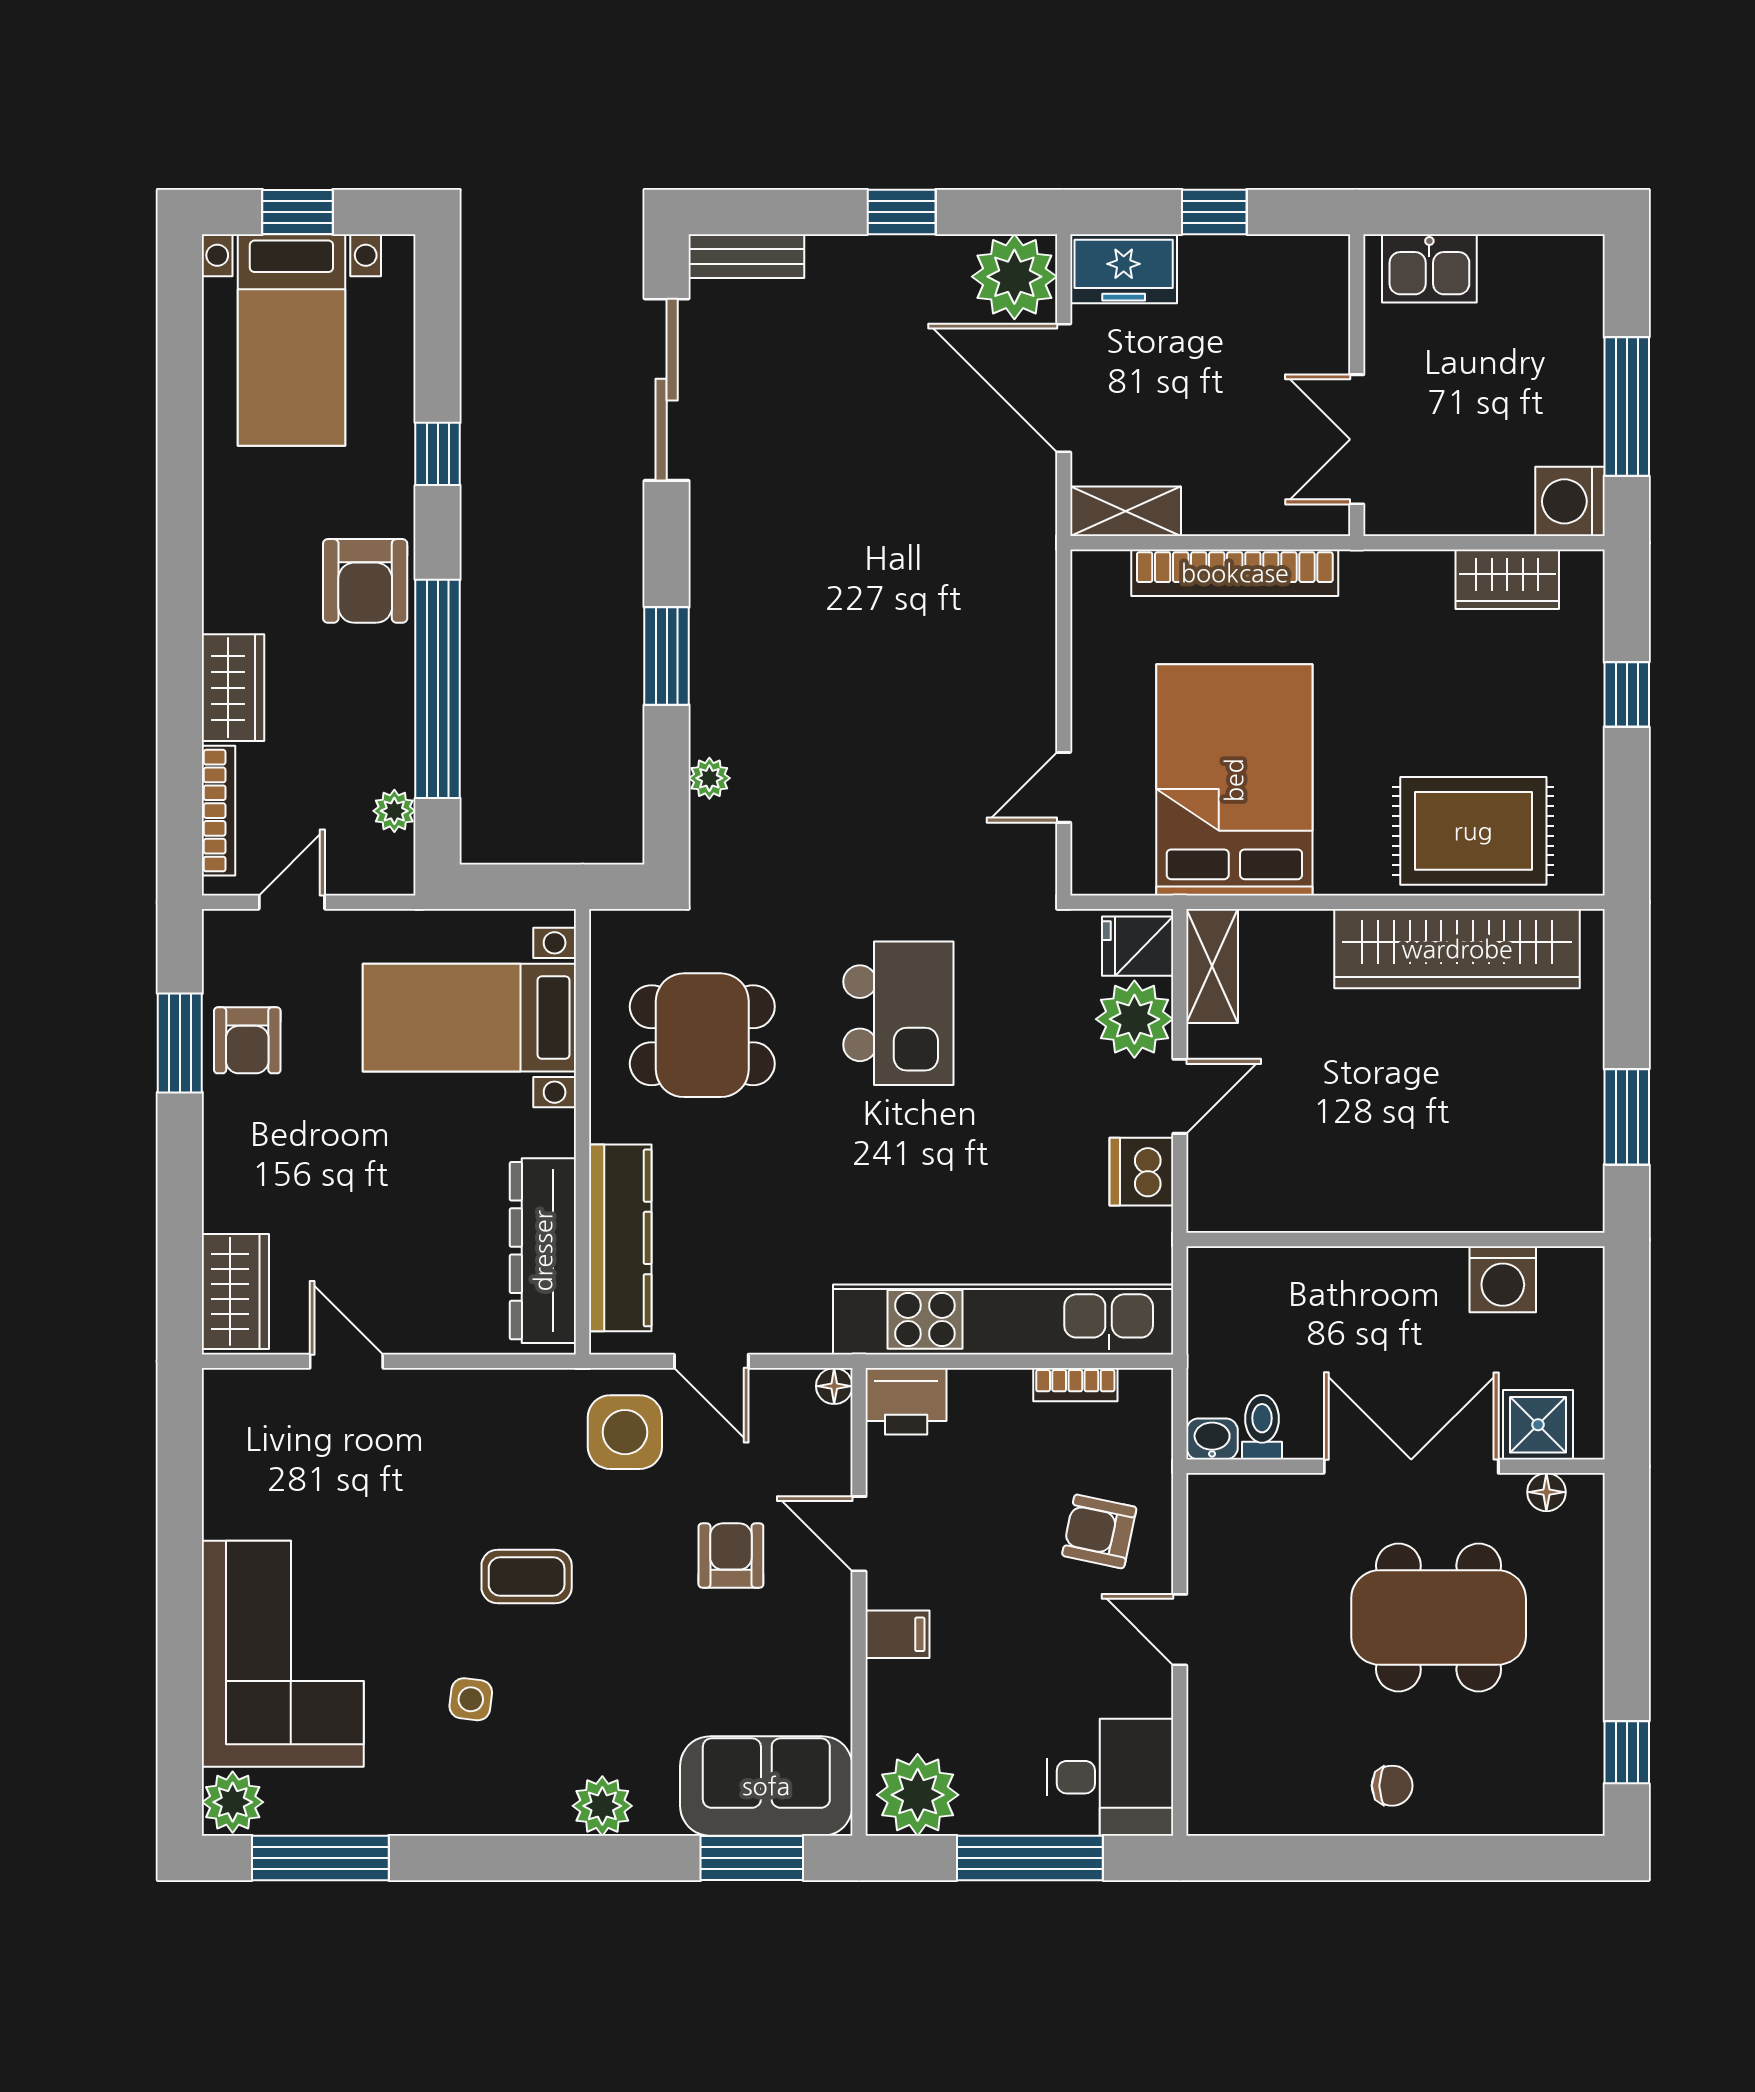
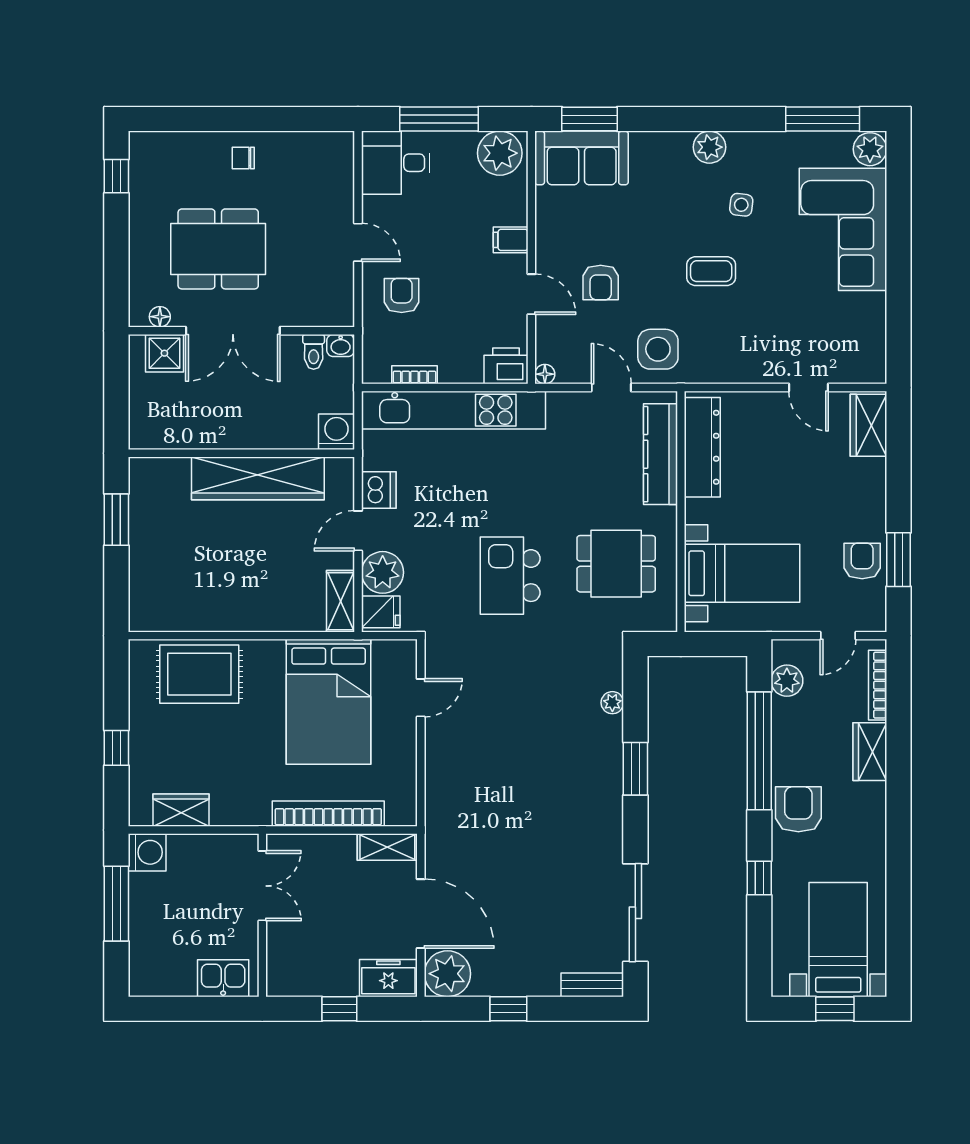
plant: (394, 811) -> (787, 681), width x1.38, depth x1.38
wardrobe: (1457, 949) -> (258, 478), moved, turned 180
washing machine: (1503, 1279) -> (337, 432), moved
armchair: (1099, 1531) -> (402, 296), turned -102
plant: (602, 1806) -> (709, 147), moved

